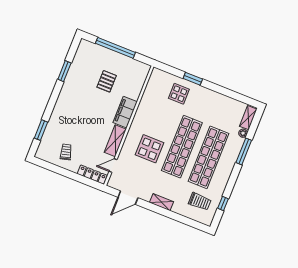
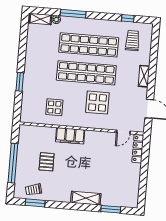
window: (64, 71) -> (35, 203), moved
pallet: (107, 81) -> (47, 162), turned 90
display table: (179, 94) -> (54, 107), moved
shelving: (115, 141) -> (86, 198), moved
trolley: (66, 152) -> (33, 190), moved
door: (113, 165) -> (123, 132), hinge flipped

